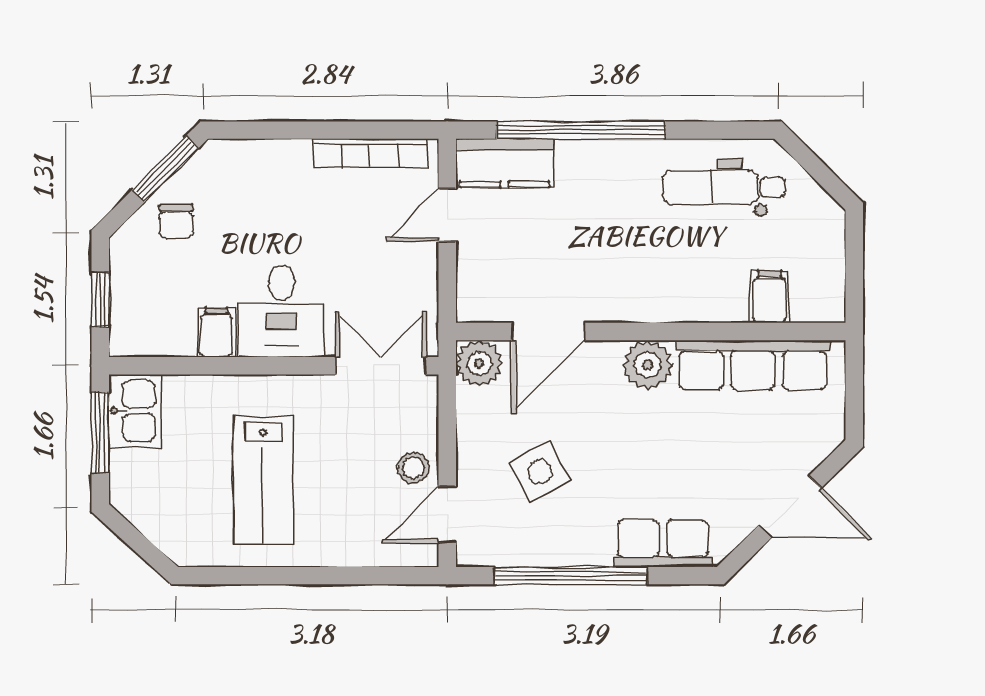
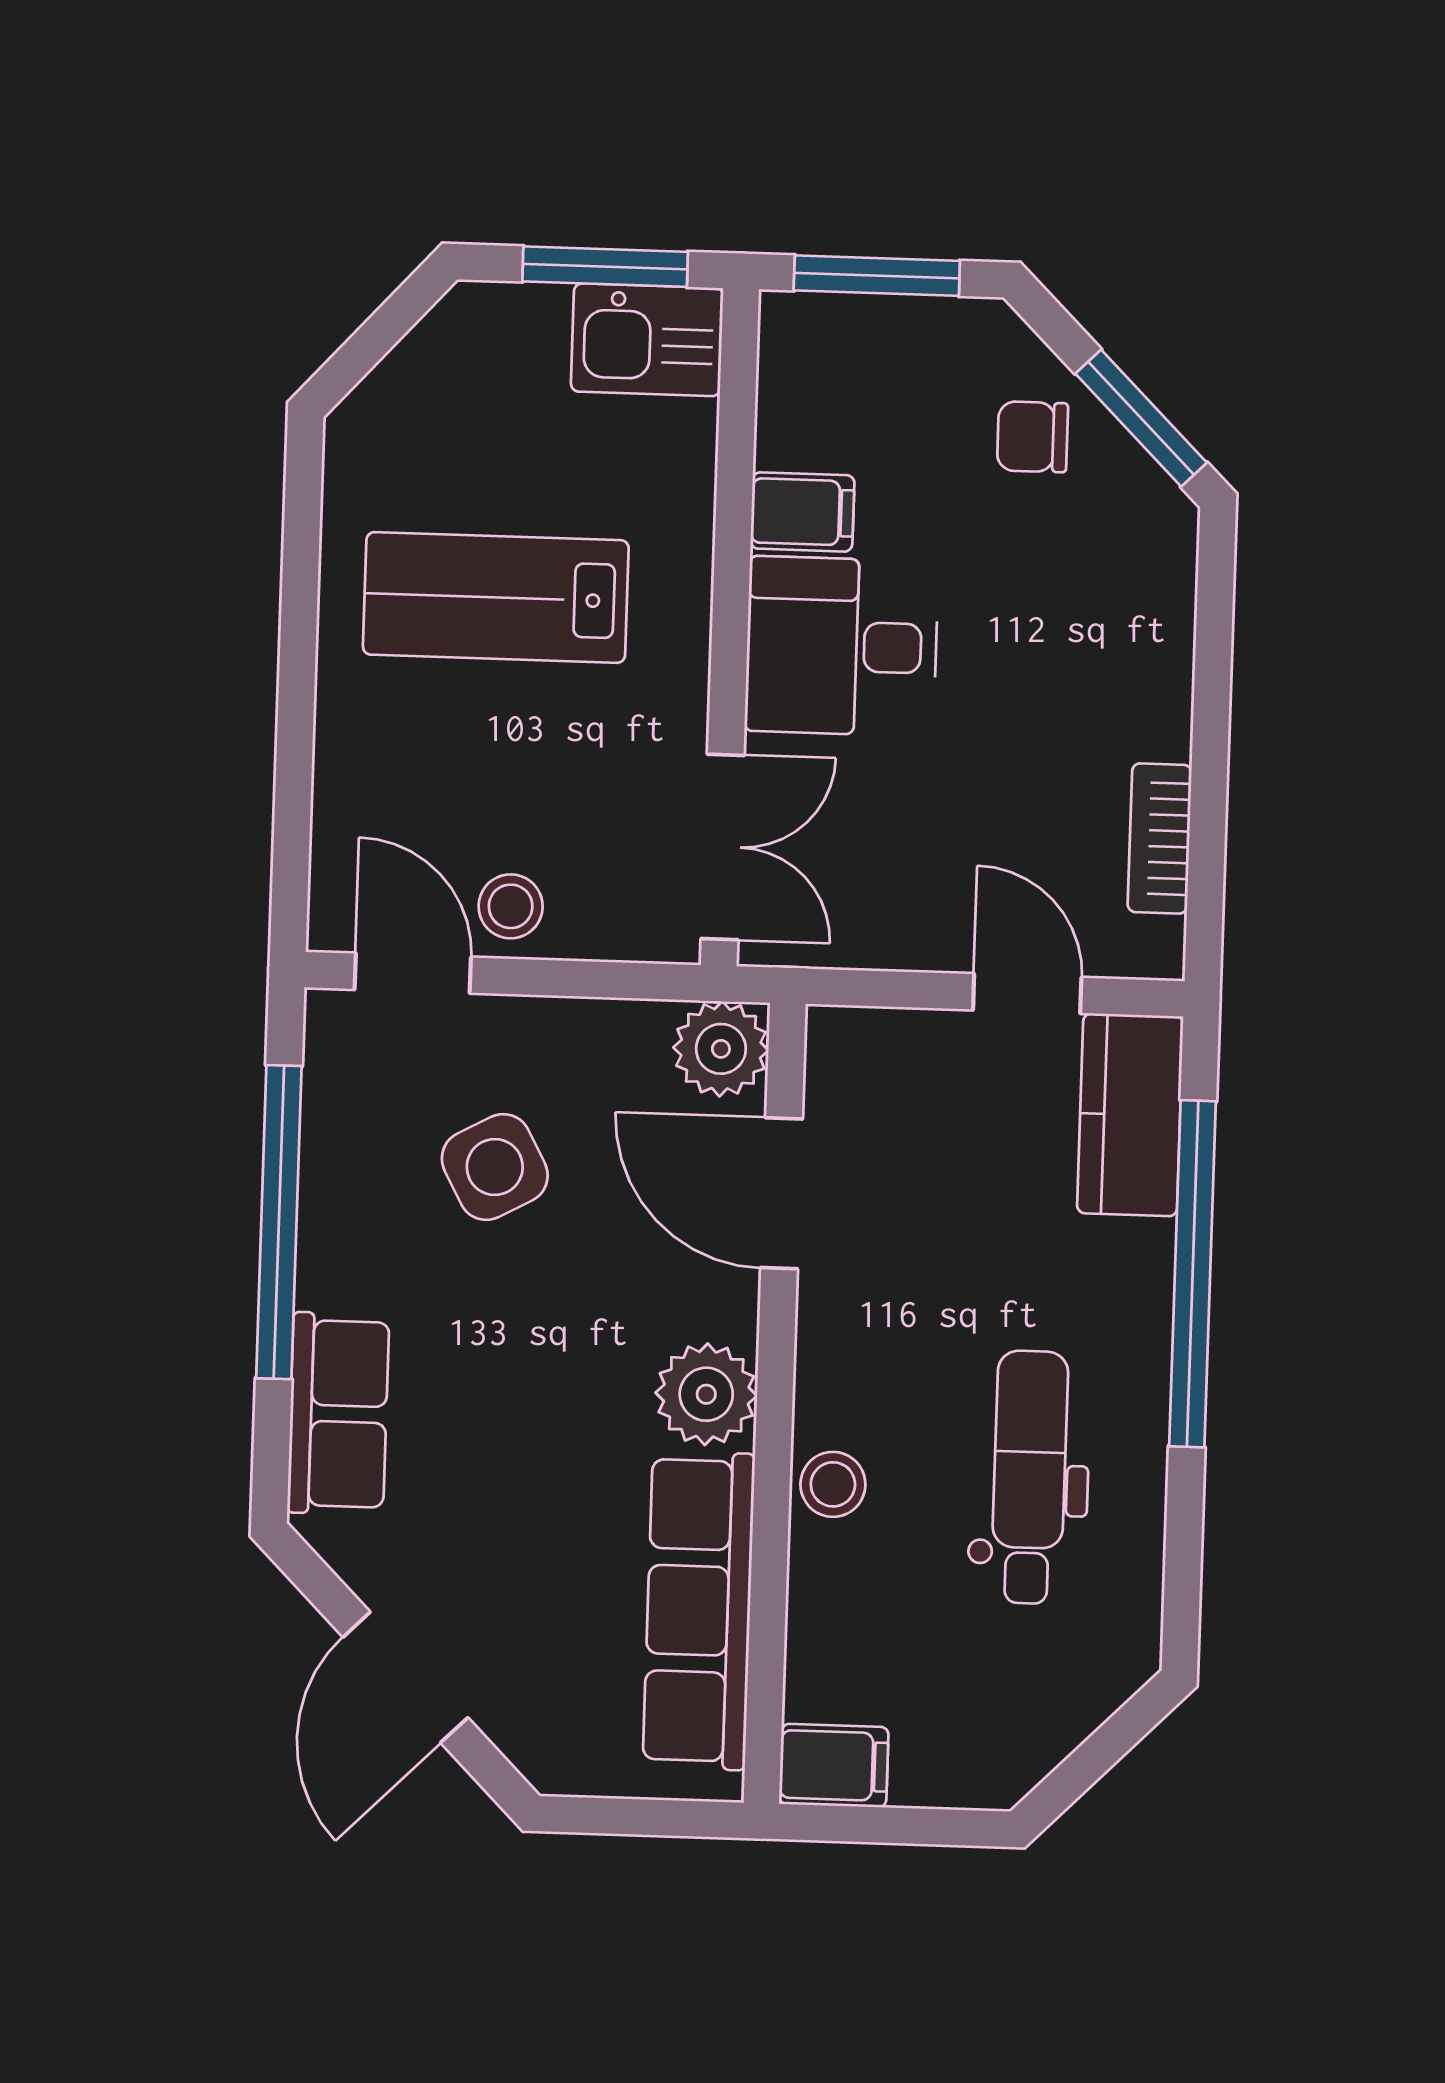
bookcase: (370, 153) -> (1160, 839), width x0.64
dental chair: (724, 187) -> (1029, 1477), moved
filing cabinet: (769, 297) -> (834, 1766), moved
window: (100, 300) -> (877, 276), width x1.50
stool: (689, 302) -> (833, 1484), added

